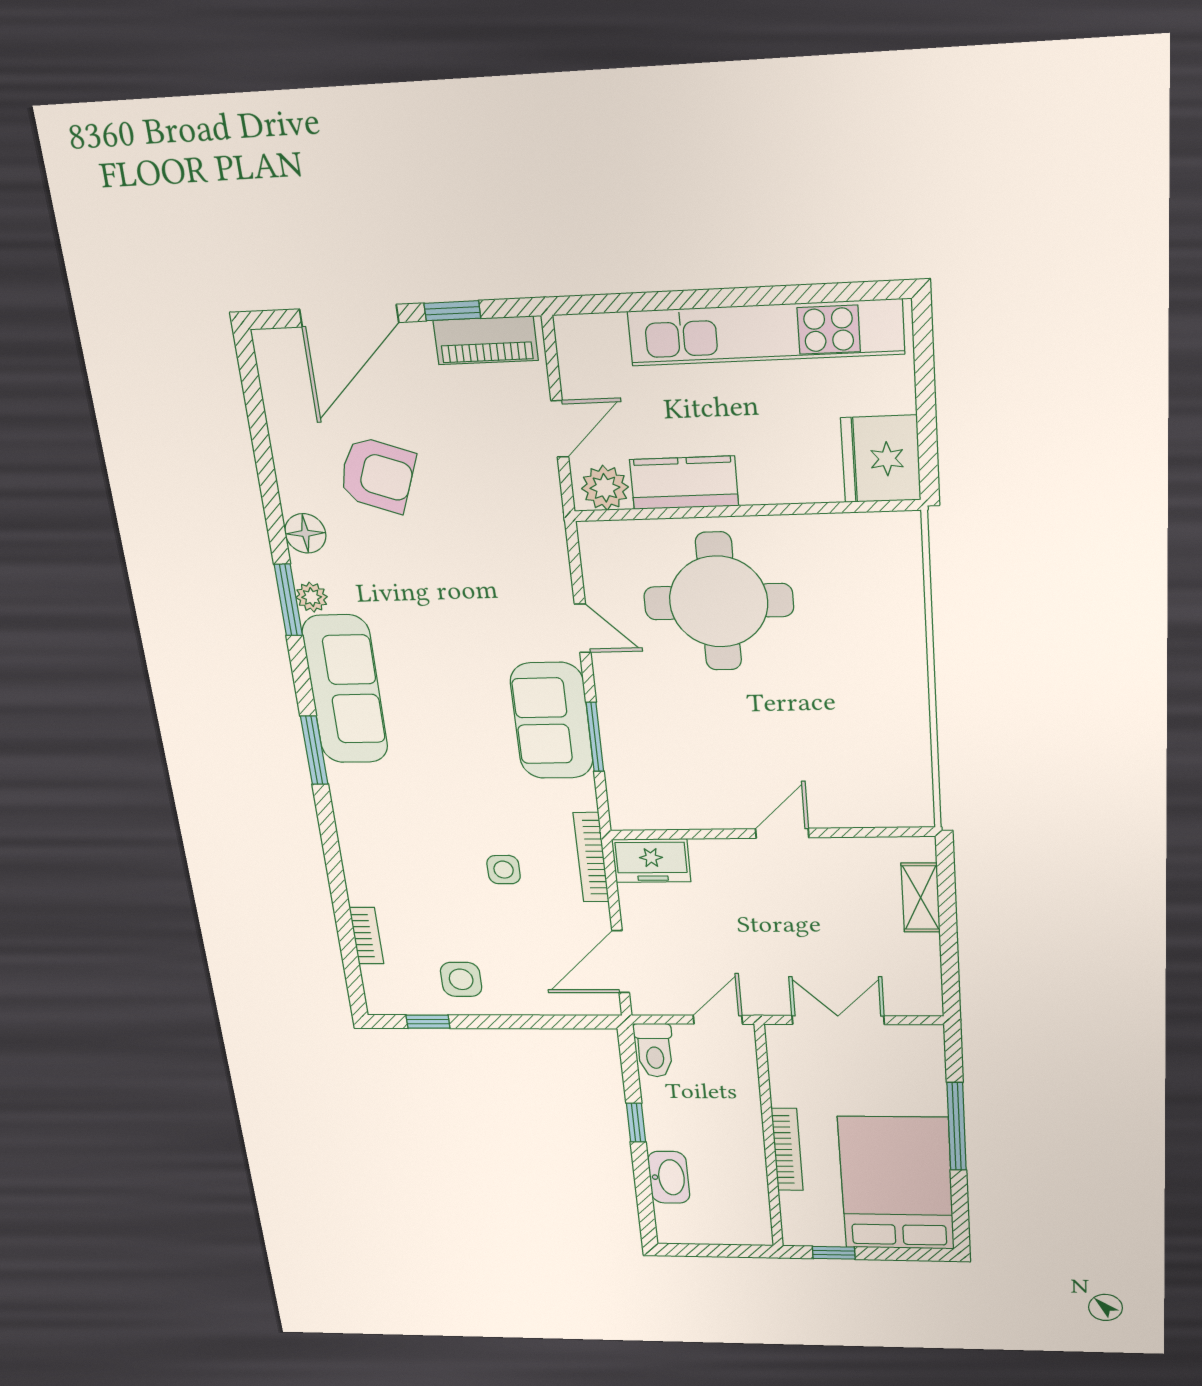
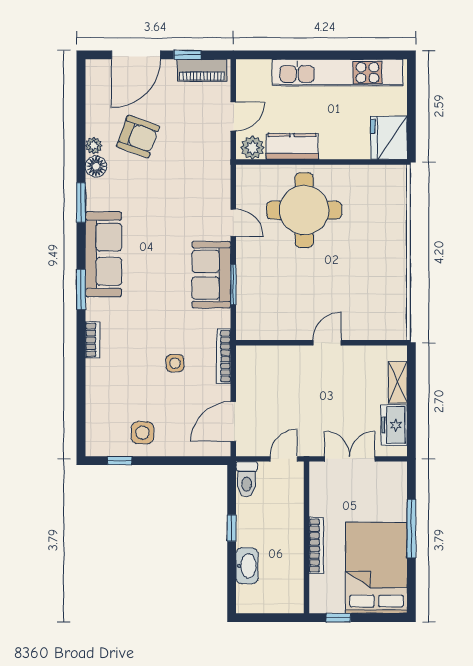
plant: (312, 597) -> (94, 146), moved
freezer: (651, 861) -> (394, 425), moved, turned 90
bookcase: (367, 936) -> (93, 340), moved

